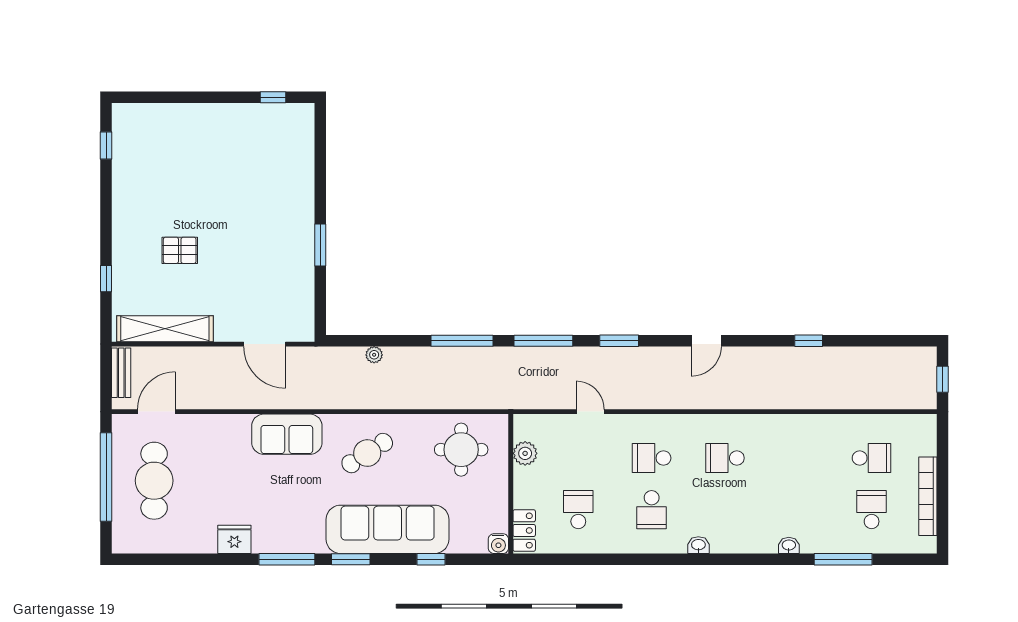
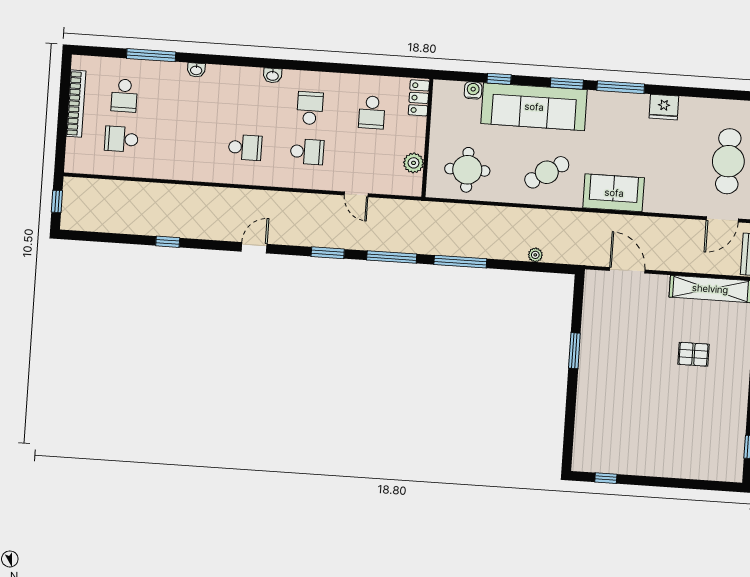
water cooler: (498, 544) -> (473, 90), moved

